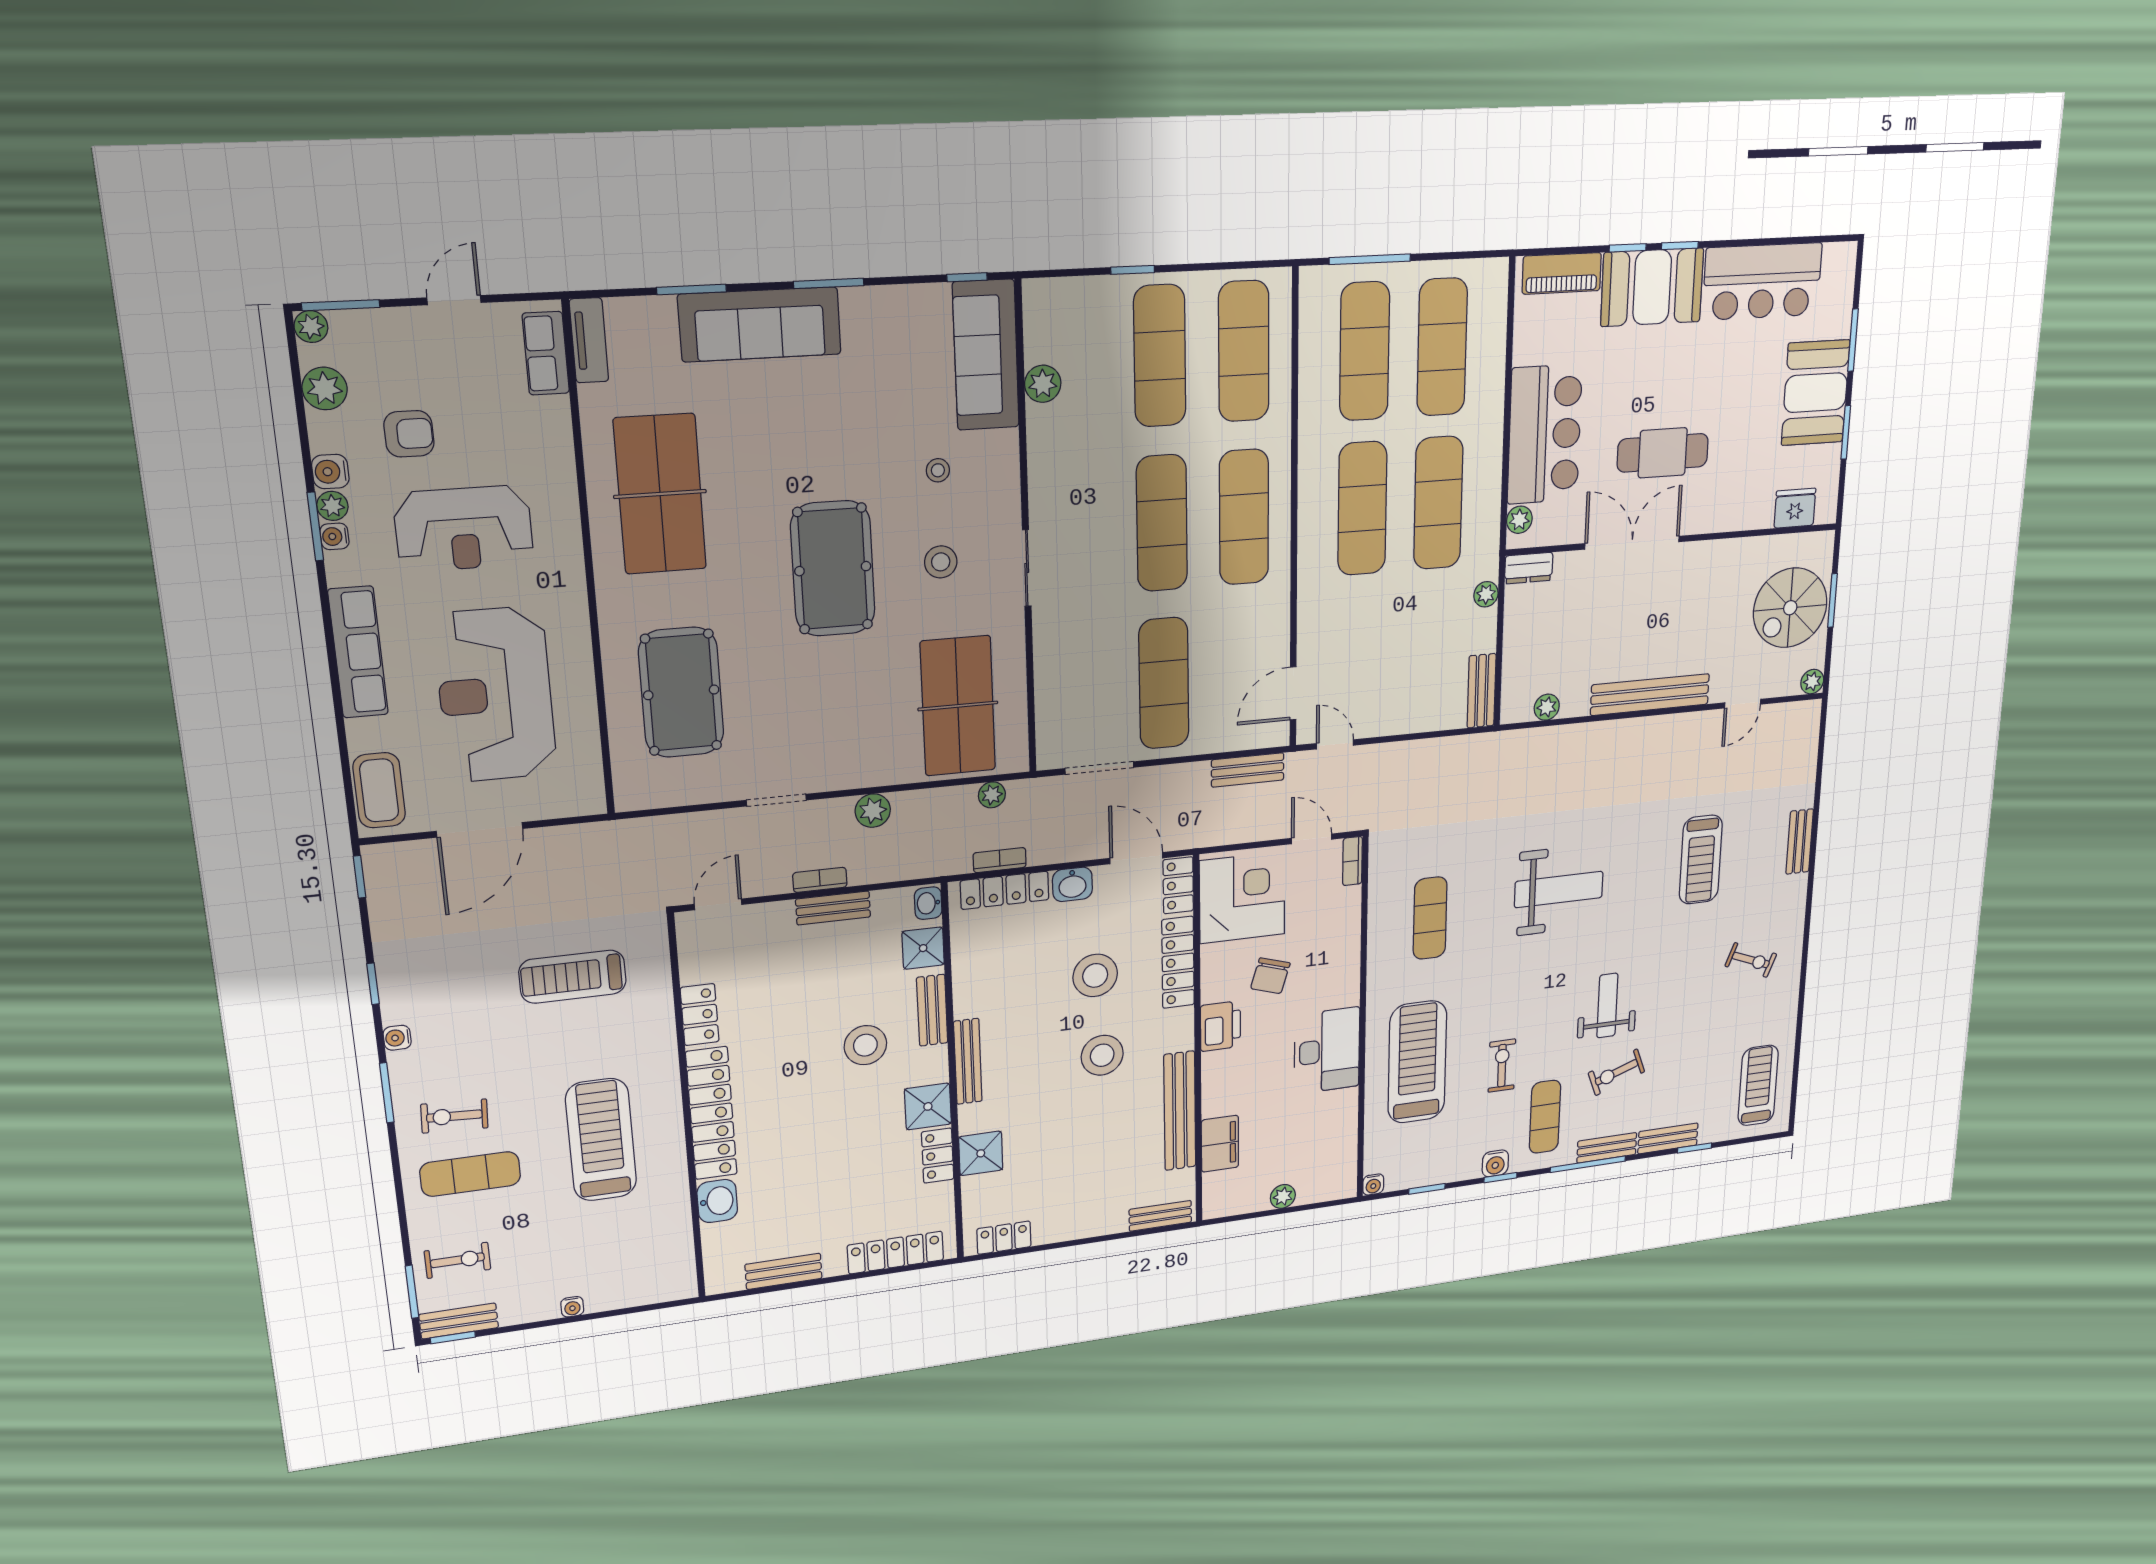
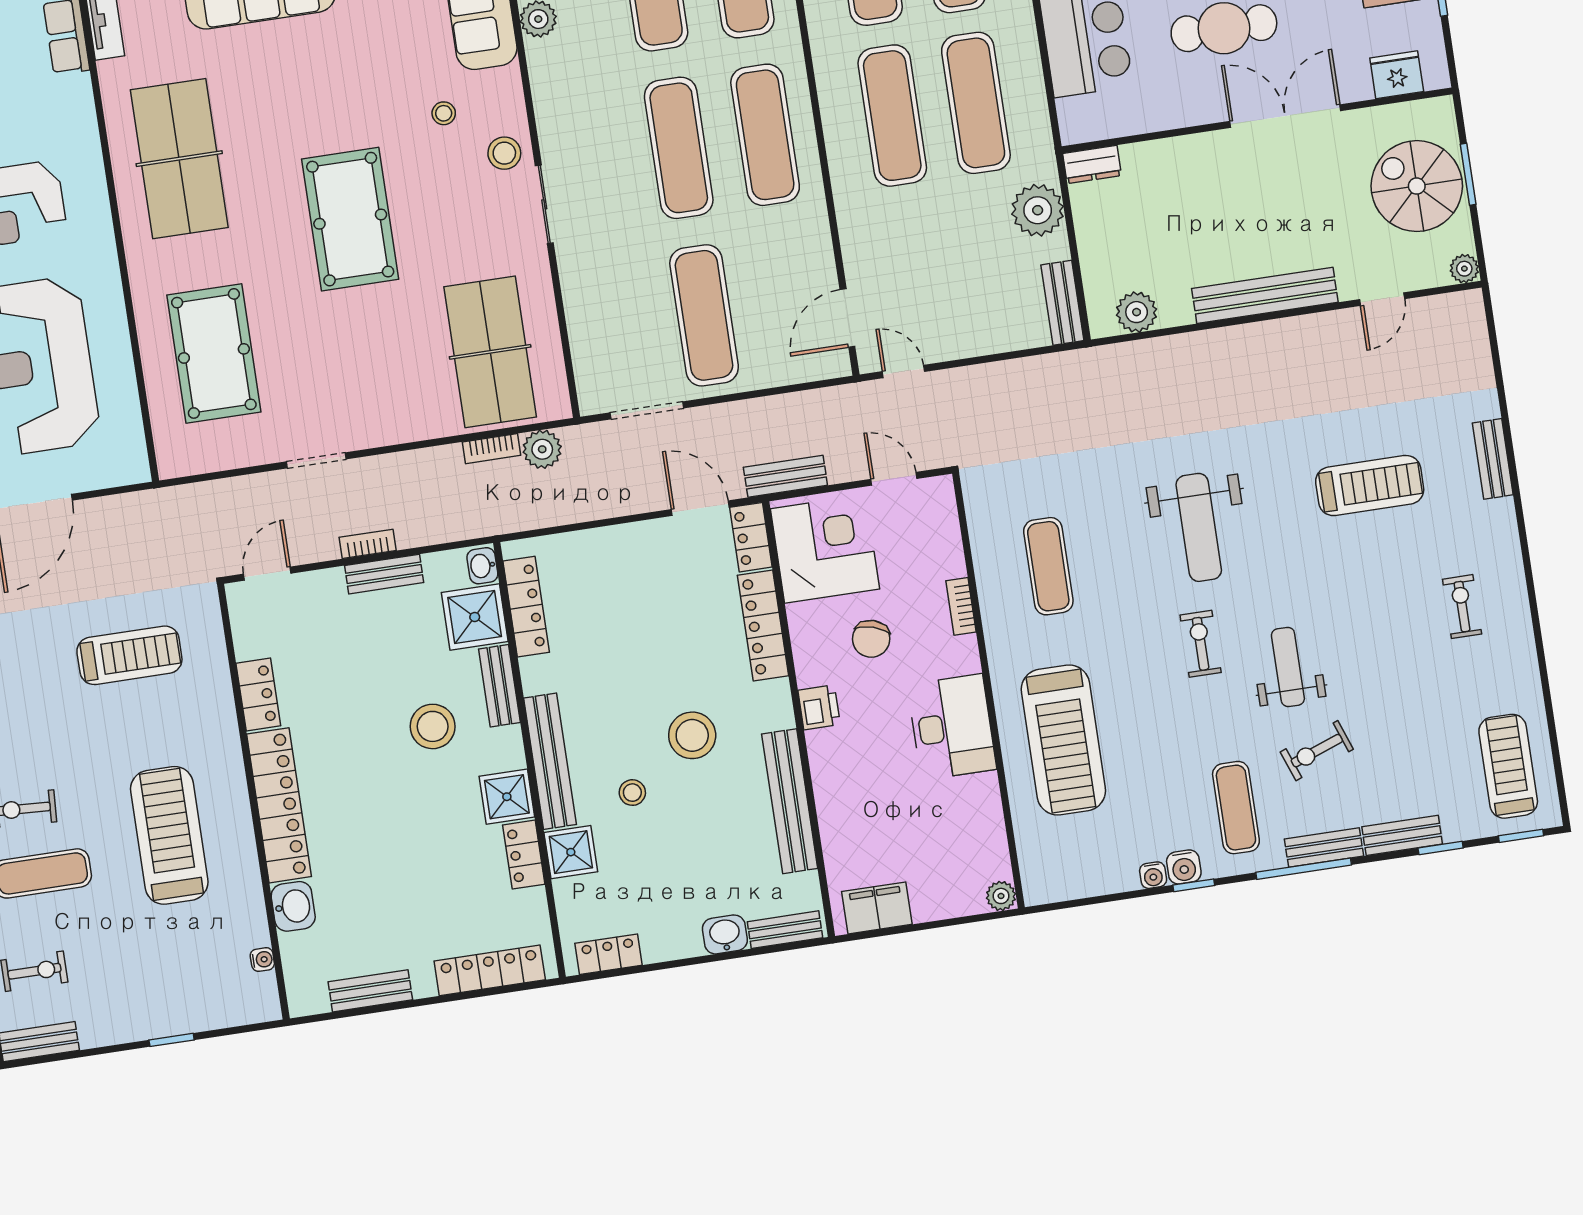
plant: (1519, 520) -> (1071, 113), removed
double door: (1632, 543) -> (1285, 116), moved
stool: (941, 562) -> (504, 153), moved
plant: (1486, 594) -> (1038, 210), width x1.87, depth x1.87
spiral stairs: (1790, 608) -> (1417, 186), turned 90
plant: (1547, 707) -> (1137, 312), width x1.38, depth x1.38
bench: (1248, 770) -> (785, 476), moved
plant: (992, 795) -> (542, 449), width x1.38, depth x1.38
plant: (873, 811) -> (415, 467), removed
bookcase: (1000, 860) -> (492, 449), moved, turned 180
treadmill: (1701, 860) -> (1370, 486), turned -90
bookcase: (1352, 861) -> (961, 606), moved
washbasin: (1072, 884) -> (725, 934), moved, turned 180
weight bench: (1559, 889) -> (1199, 527), turned 90
locker: (1005, 890) -> (526, 607), moved, turned -90
shower: (923, 948) -> (475, 617), width x1.36, depth x1.36
exercise bike: (1751, 960) -> (1462, 607), turned -111
stool: (1095, 975) -> (632, 793), moved, width x0.53, depth x0.53
treadmill: (573, 977) -> (129, 655), turned 180
printer: (1220, 1026) -> (819, 707), width x0.73, depth x0.81
bench: (968, 1061) -> (550, 761), width x1.37, depth x1.21
treadmill: (1417, 1062) -> (1063, 740), turned 180
exercise bike: (1502, 1066) -> (1201, 644), moved
filing cabinet: (1220, 1144) -> (877, 908), moved, turned -90
water cooler: (1373, 1185) -> (1153, 875), moved
window: (1427, 1189) -> (1521, 836), moved
plant: (1283, 1196) -> (1001, 896), moved
water cooler: (572, 1307) -> (262, 960), moved, turned -90
window: (453, 1338) -> (172, 1040), moved

